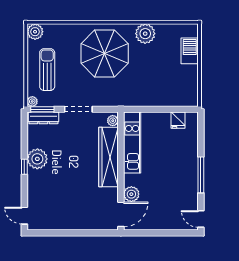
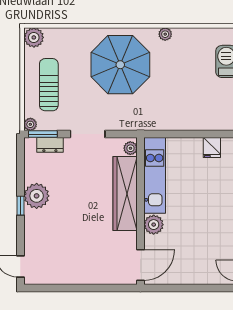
plant: (145, 34) -> (165, 34), width x0.53, depth x0.53
dresser: (43, 118) -> (50, 145), width x0.70
plant: (131, 194) -> (154, 225), moved

